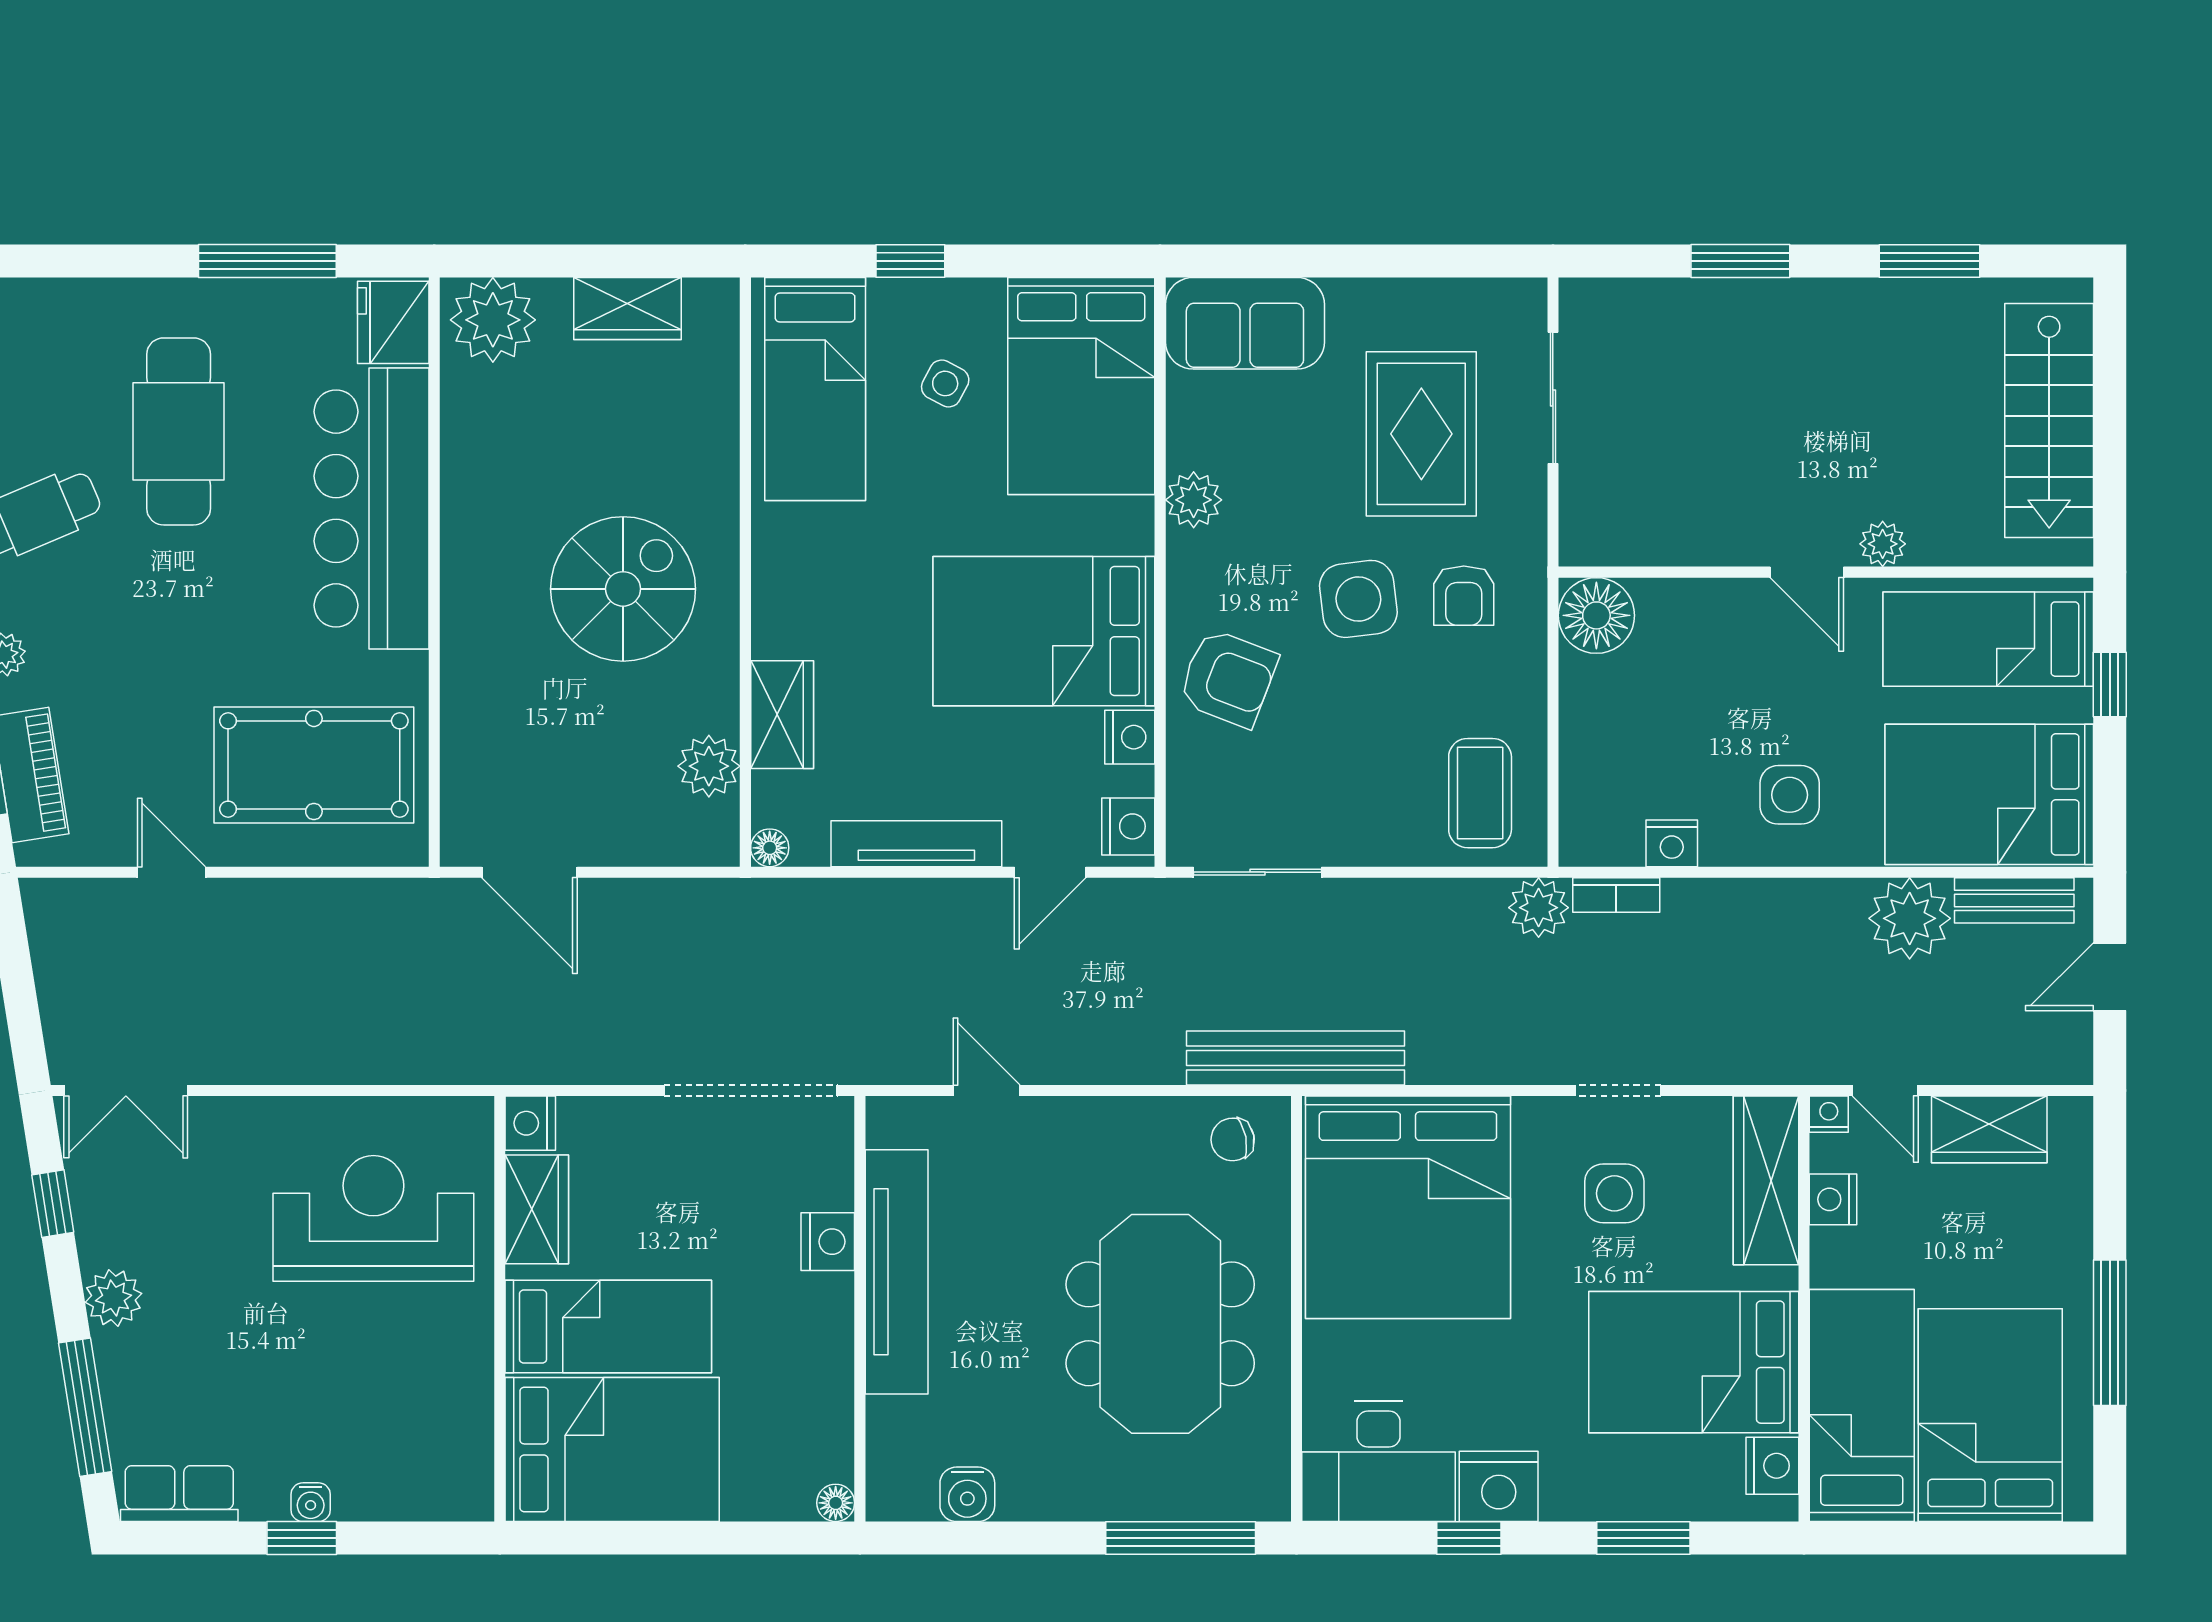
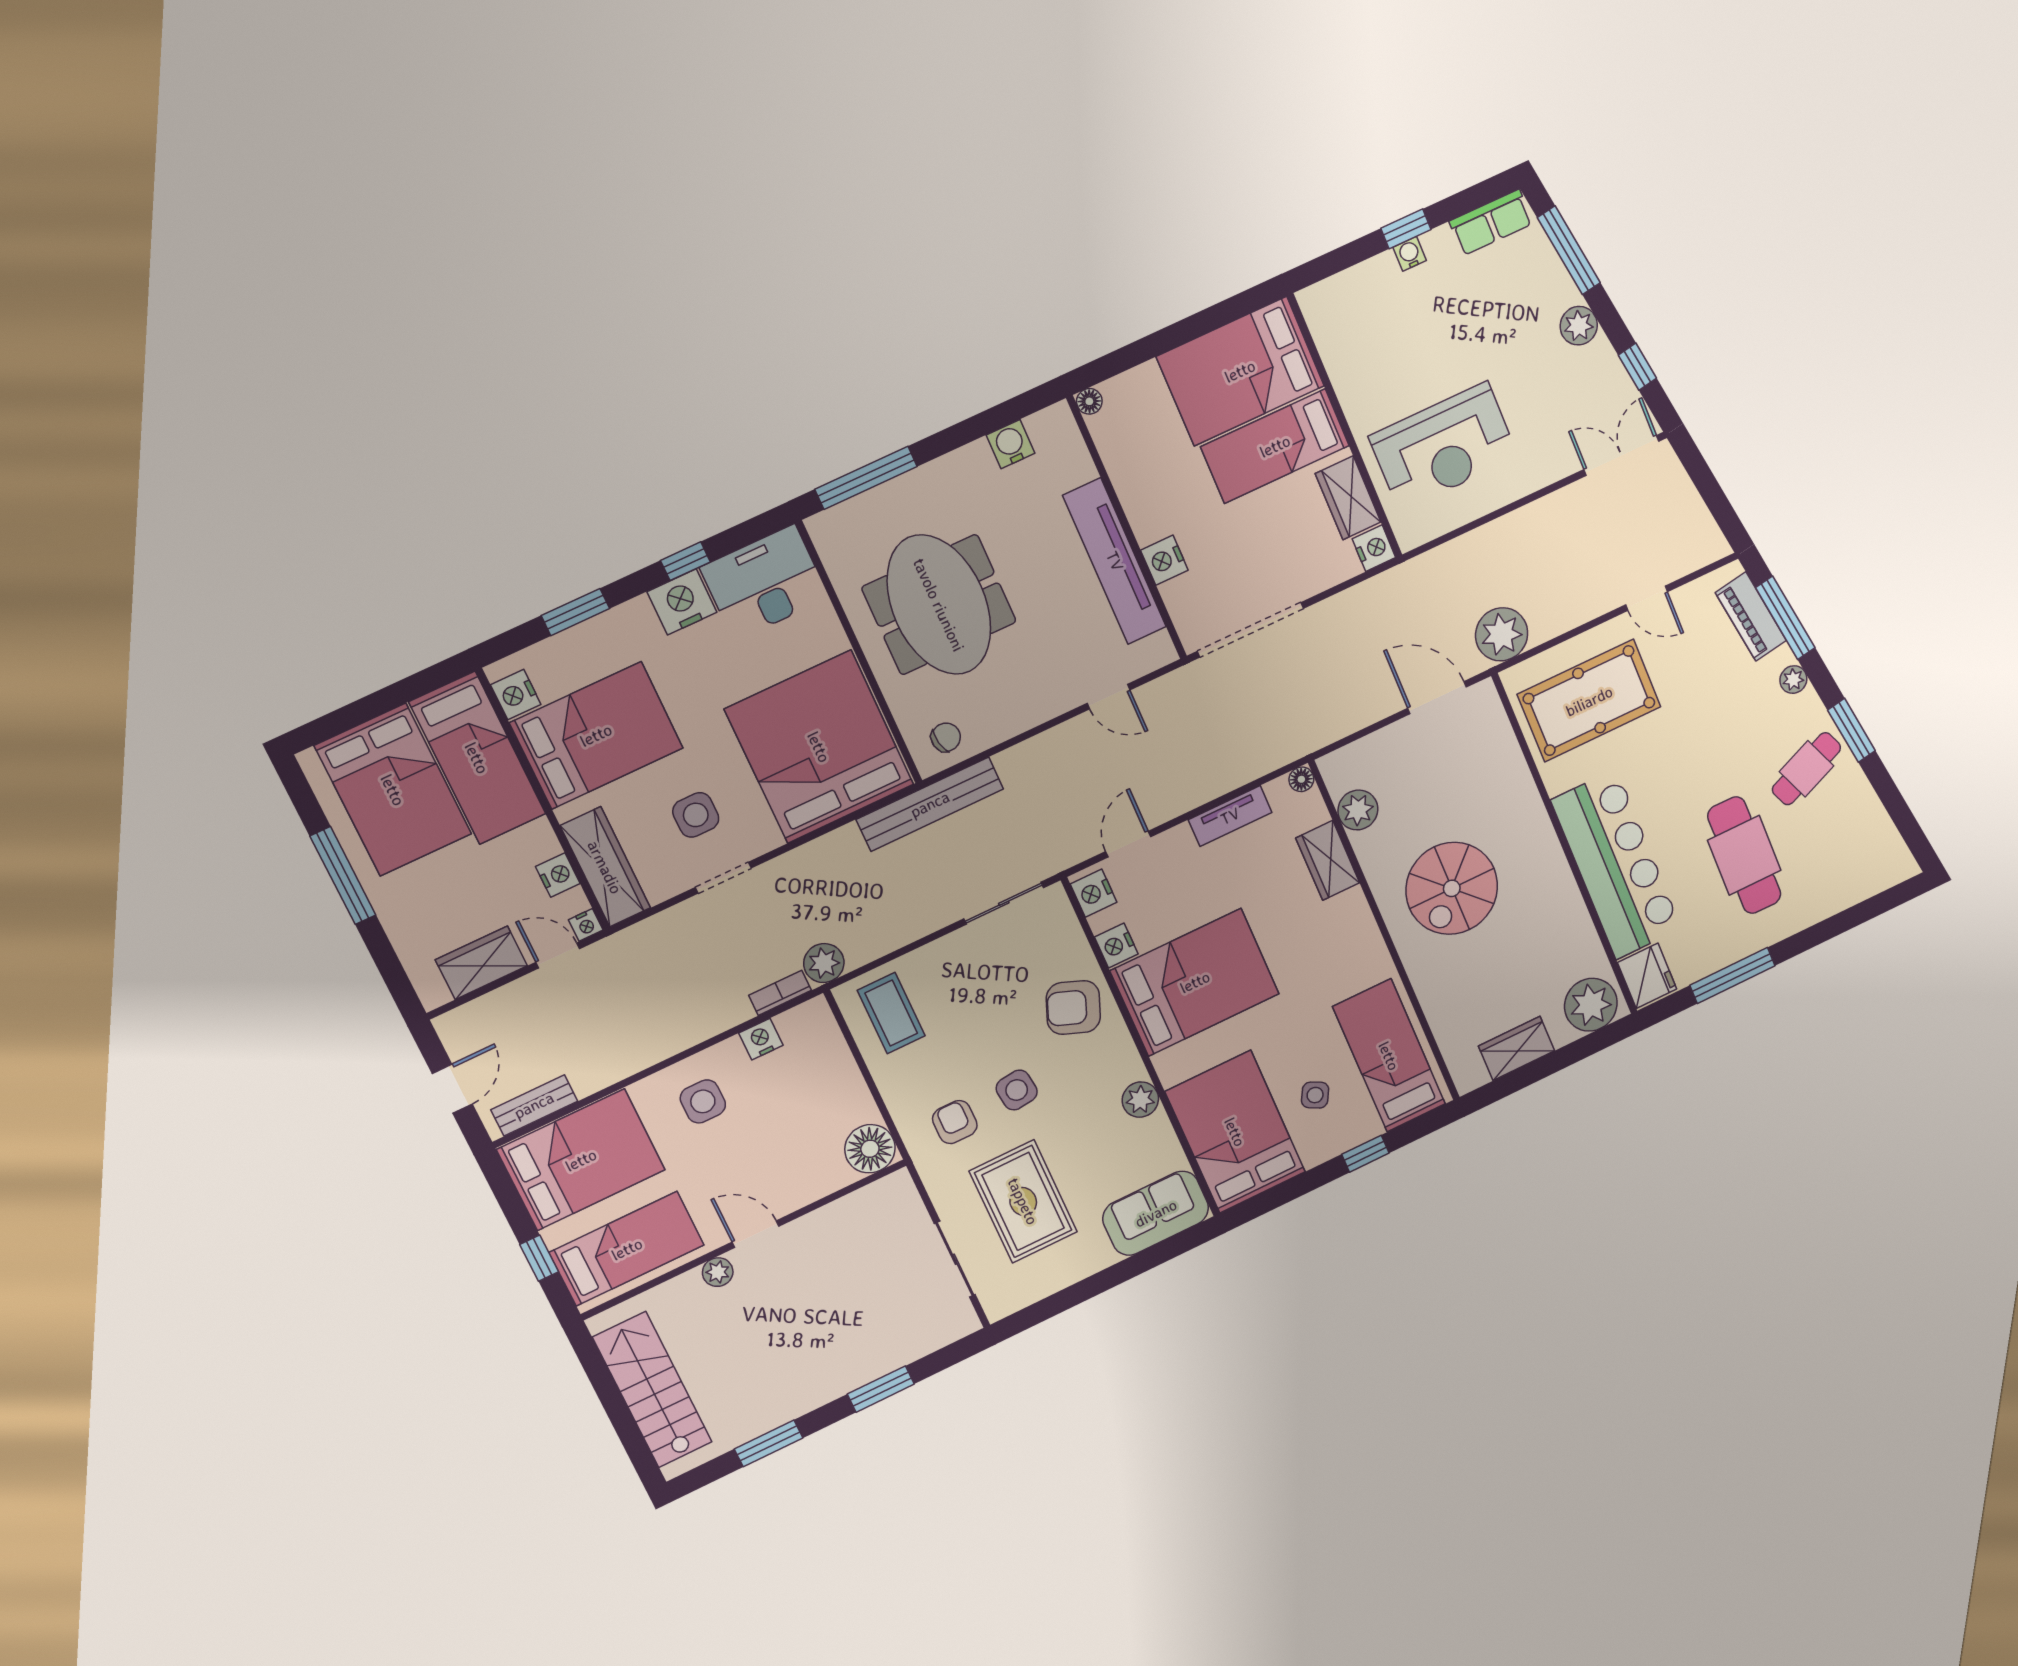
side table: (1358, 599) -> (1017, 1090), width x0.73, depth x0.73
tv unit: (916, 844) -> (1230, 816), width x0.71
plant: (1910, 918) -> (1502, 634), moved

